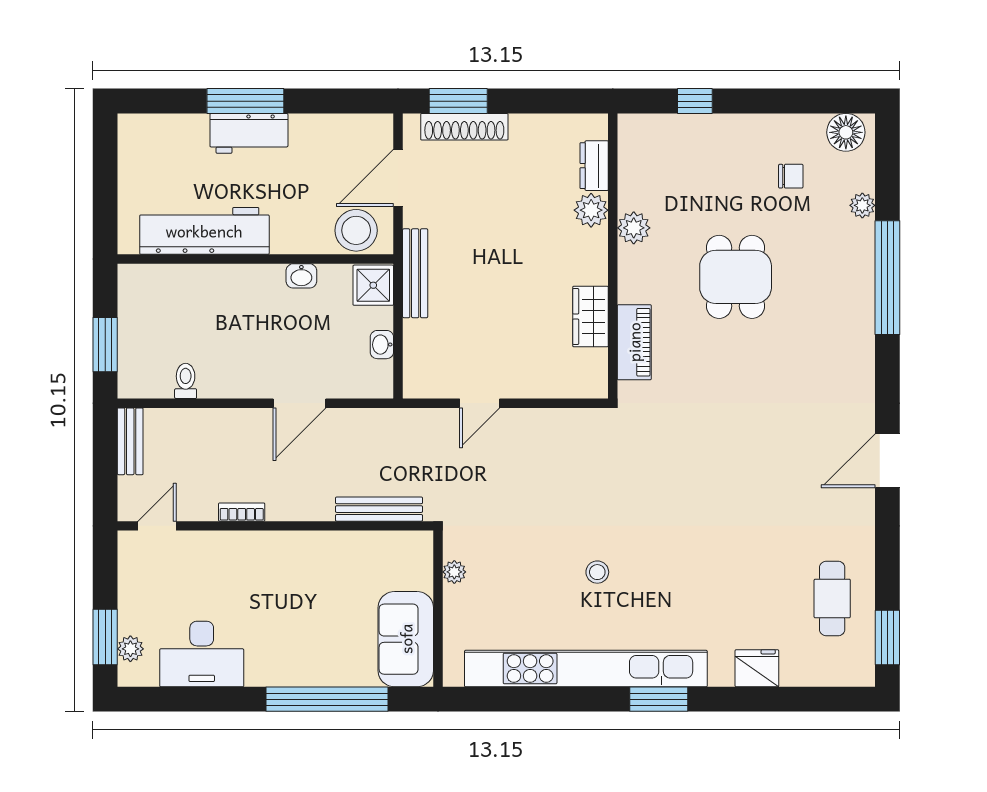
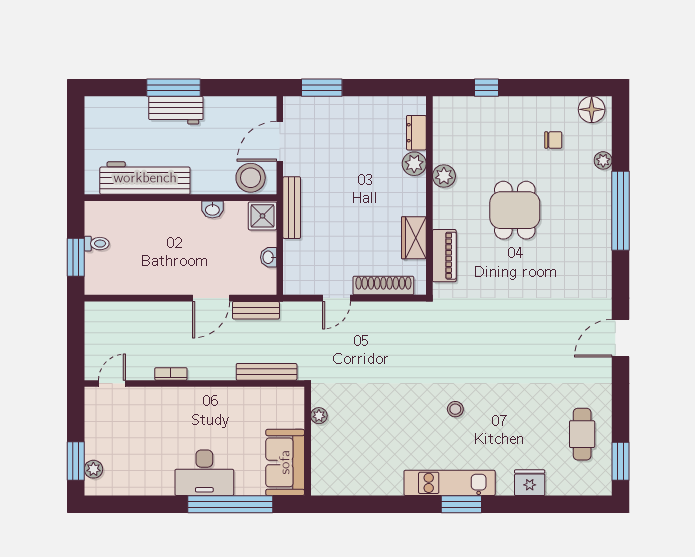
shoe rack: (464, 127) -> (383, 286), moved, turned 180
toilet: (186, 381) -> (97, 244), moved, turned 90
bench: (130, 441) -> (256, 310), moved, turned 90
stool: (597, 572) -> (455, 409), moved
desk: (202, 654) -> (204, 473), moved
kitchen unit: (586, 669) -> (450, 483), width x0.54

